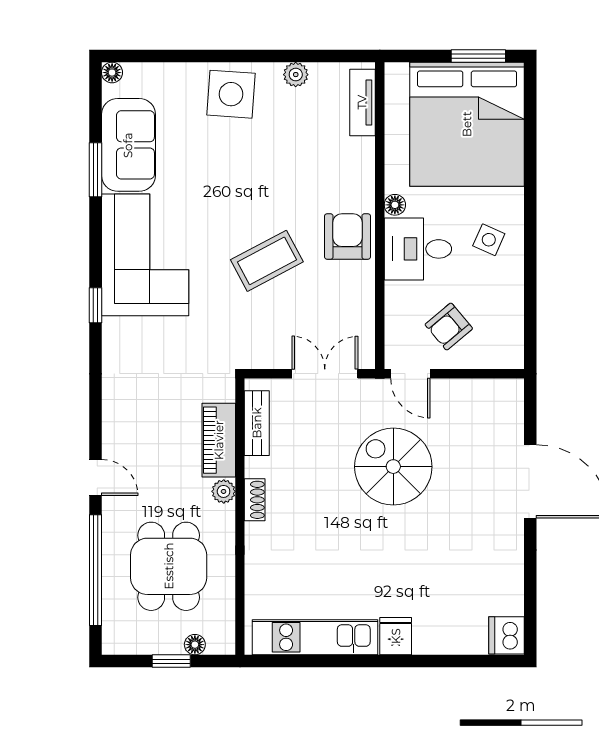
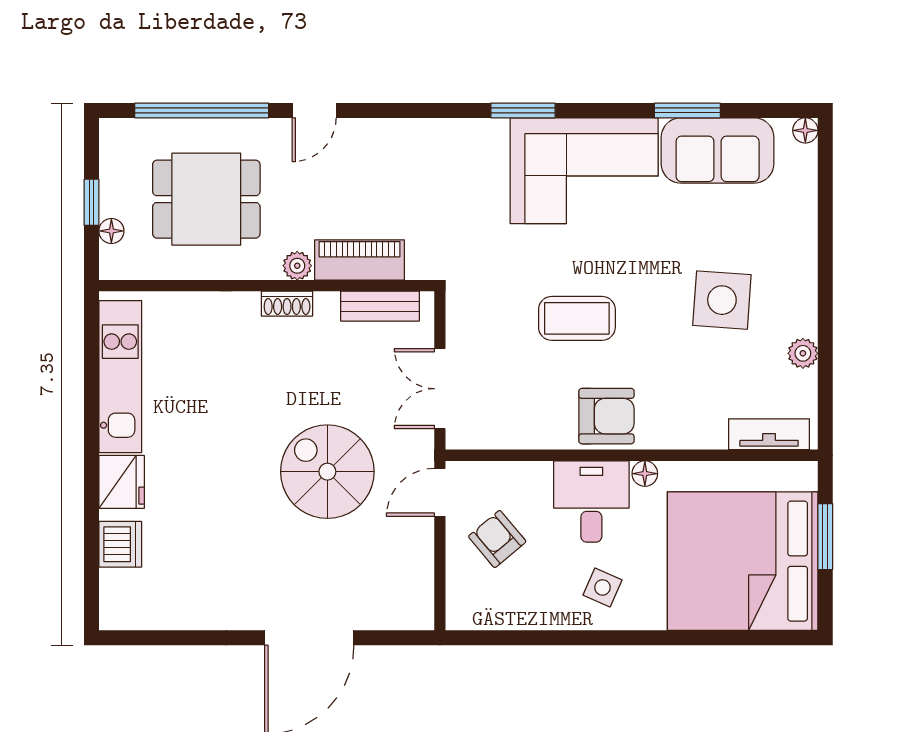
window: (478, 56) -> (825, 537), moved
side table: (231, 94) -> (722, 300), moved
coffee table: (267, 261) -> (577, 318), turned -62
window: (96, 305) -> (523, 110), width x1.50
double door: (325, 374) -> (440, 389), swing flipped
spiral stairs: (393, 467) -> (327, 472), turned -90
dishwasher: (507, 635) -> (120, 544), moved, turned 90
fridge: (396, 636) -> (122, 482), width x1.38

